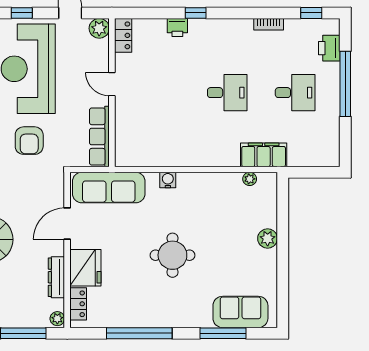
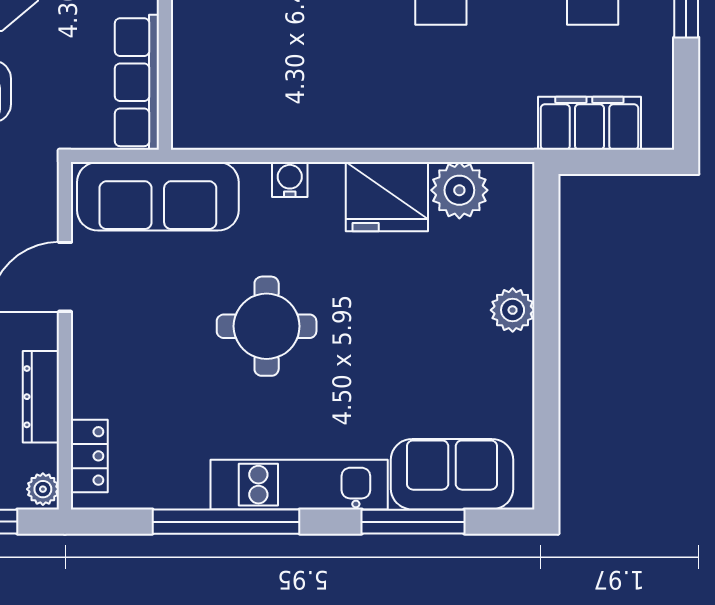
filing cabinet: (264, 155) -> (589, 123), moved
plant: (250, 179) -> (459, 190), width x1.88, depth x1.88
round table: (172, 255) -> (267, 326), moved
fridge: (85, 268) -> (387, 197), moved, turned 90
kitchen unit: (172, 317) -> (299, 485), added

